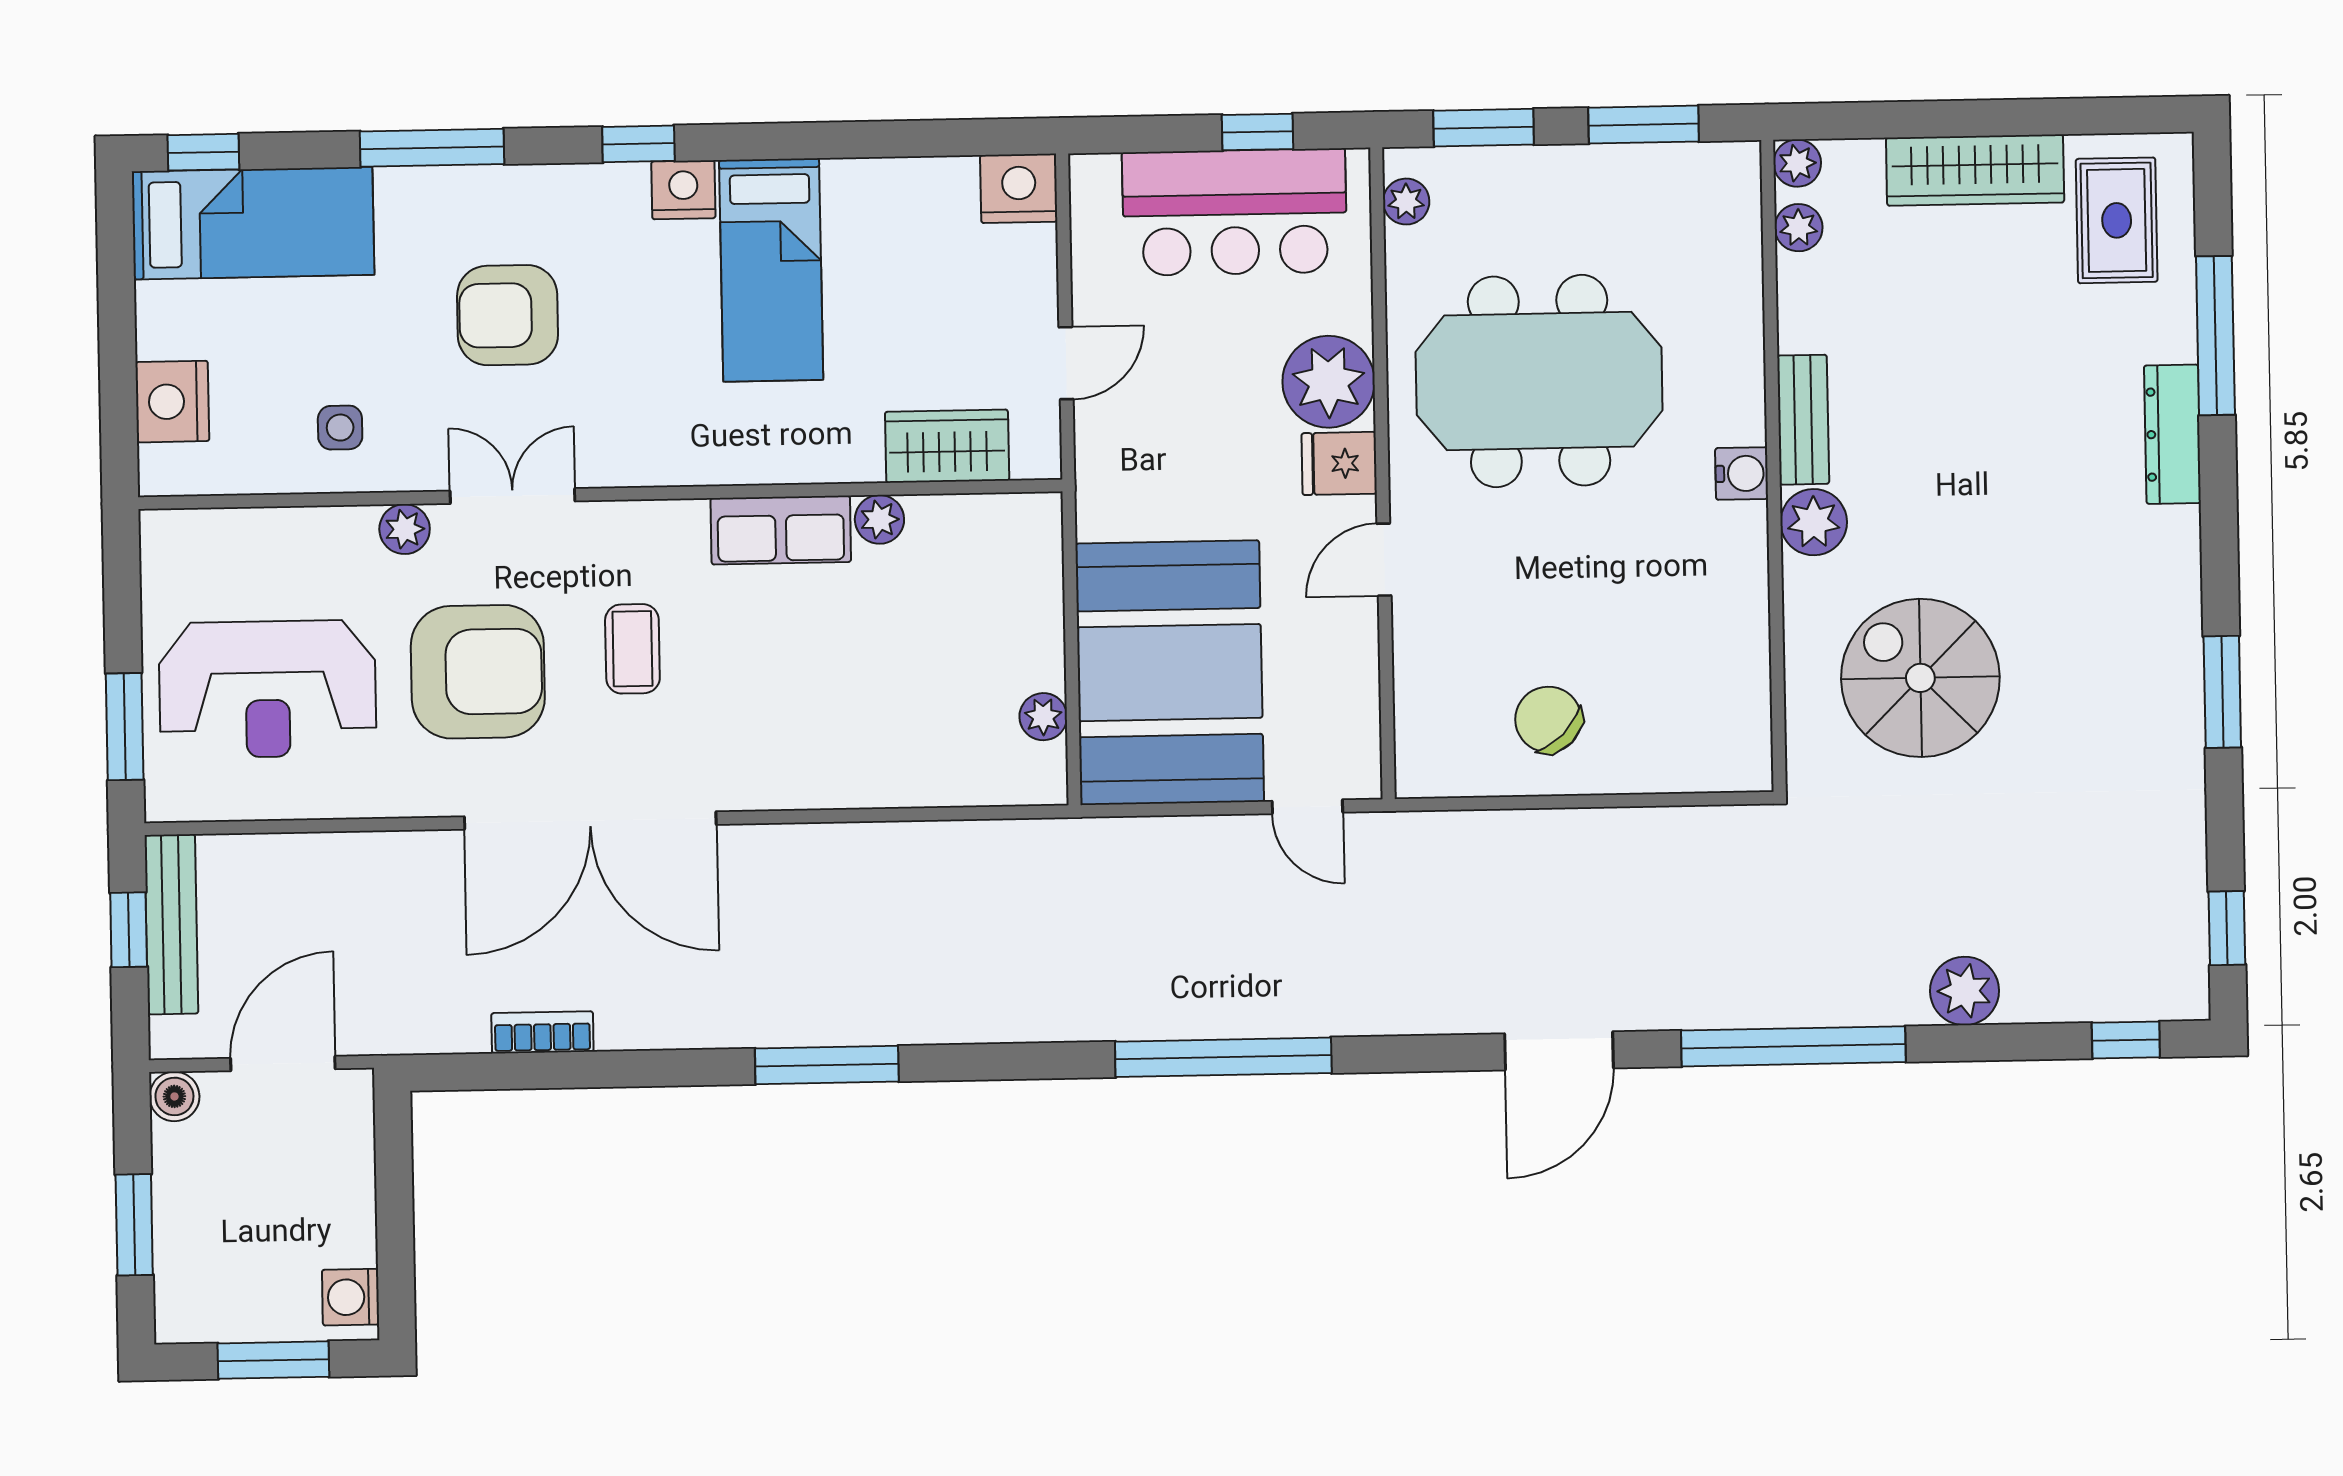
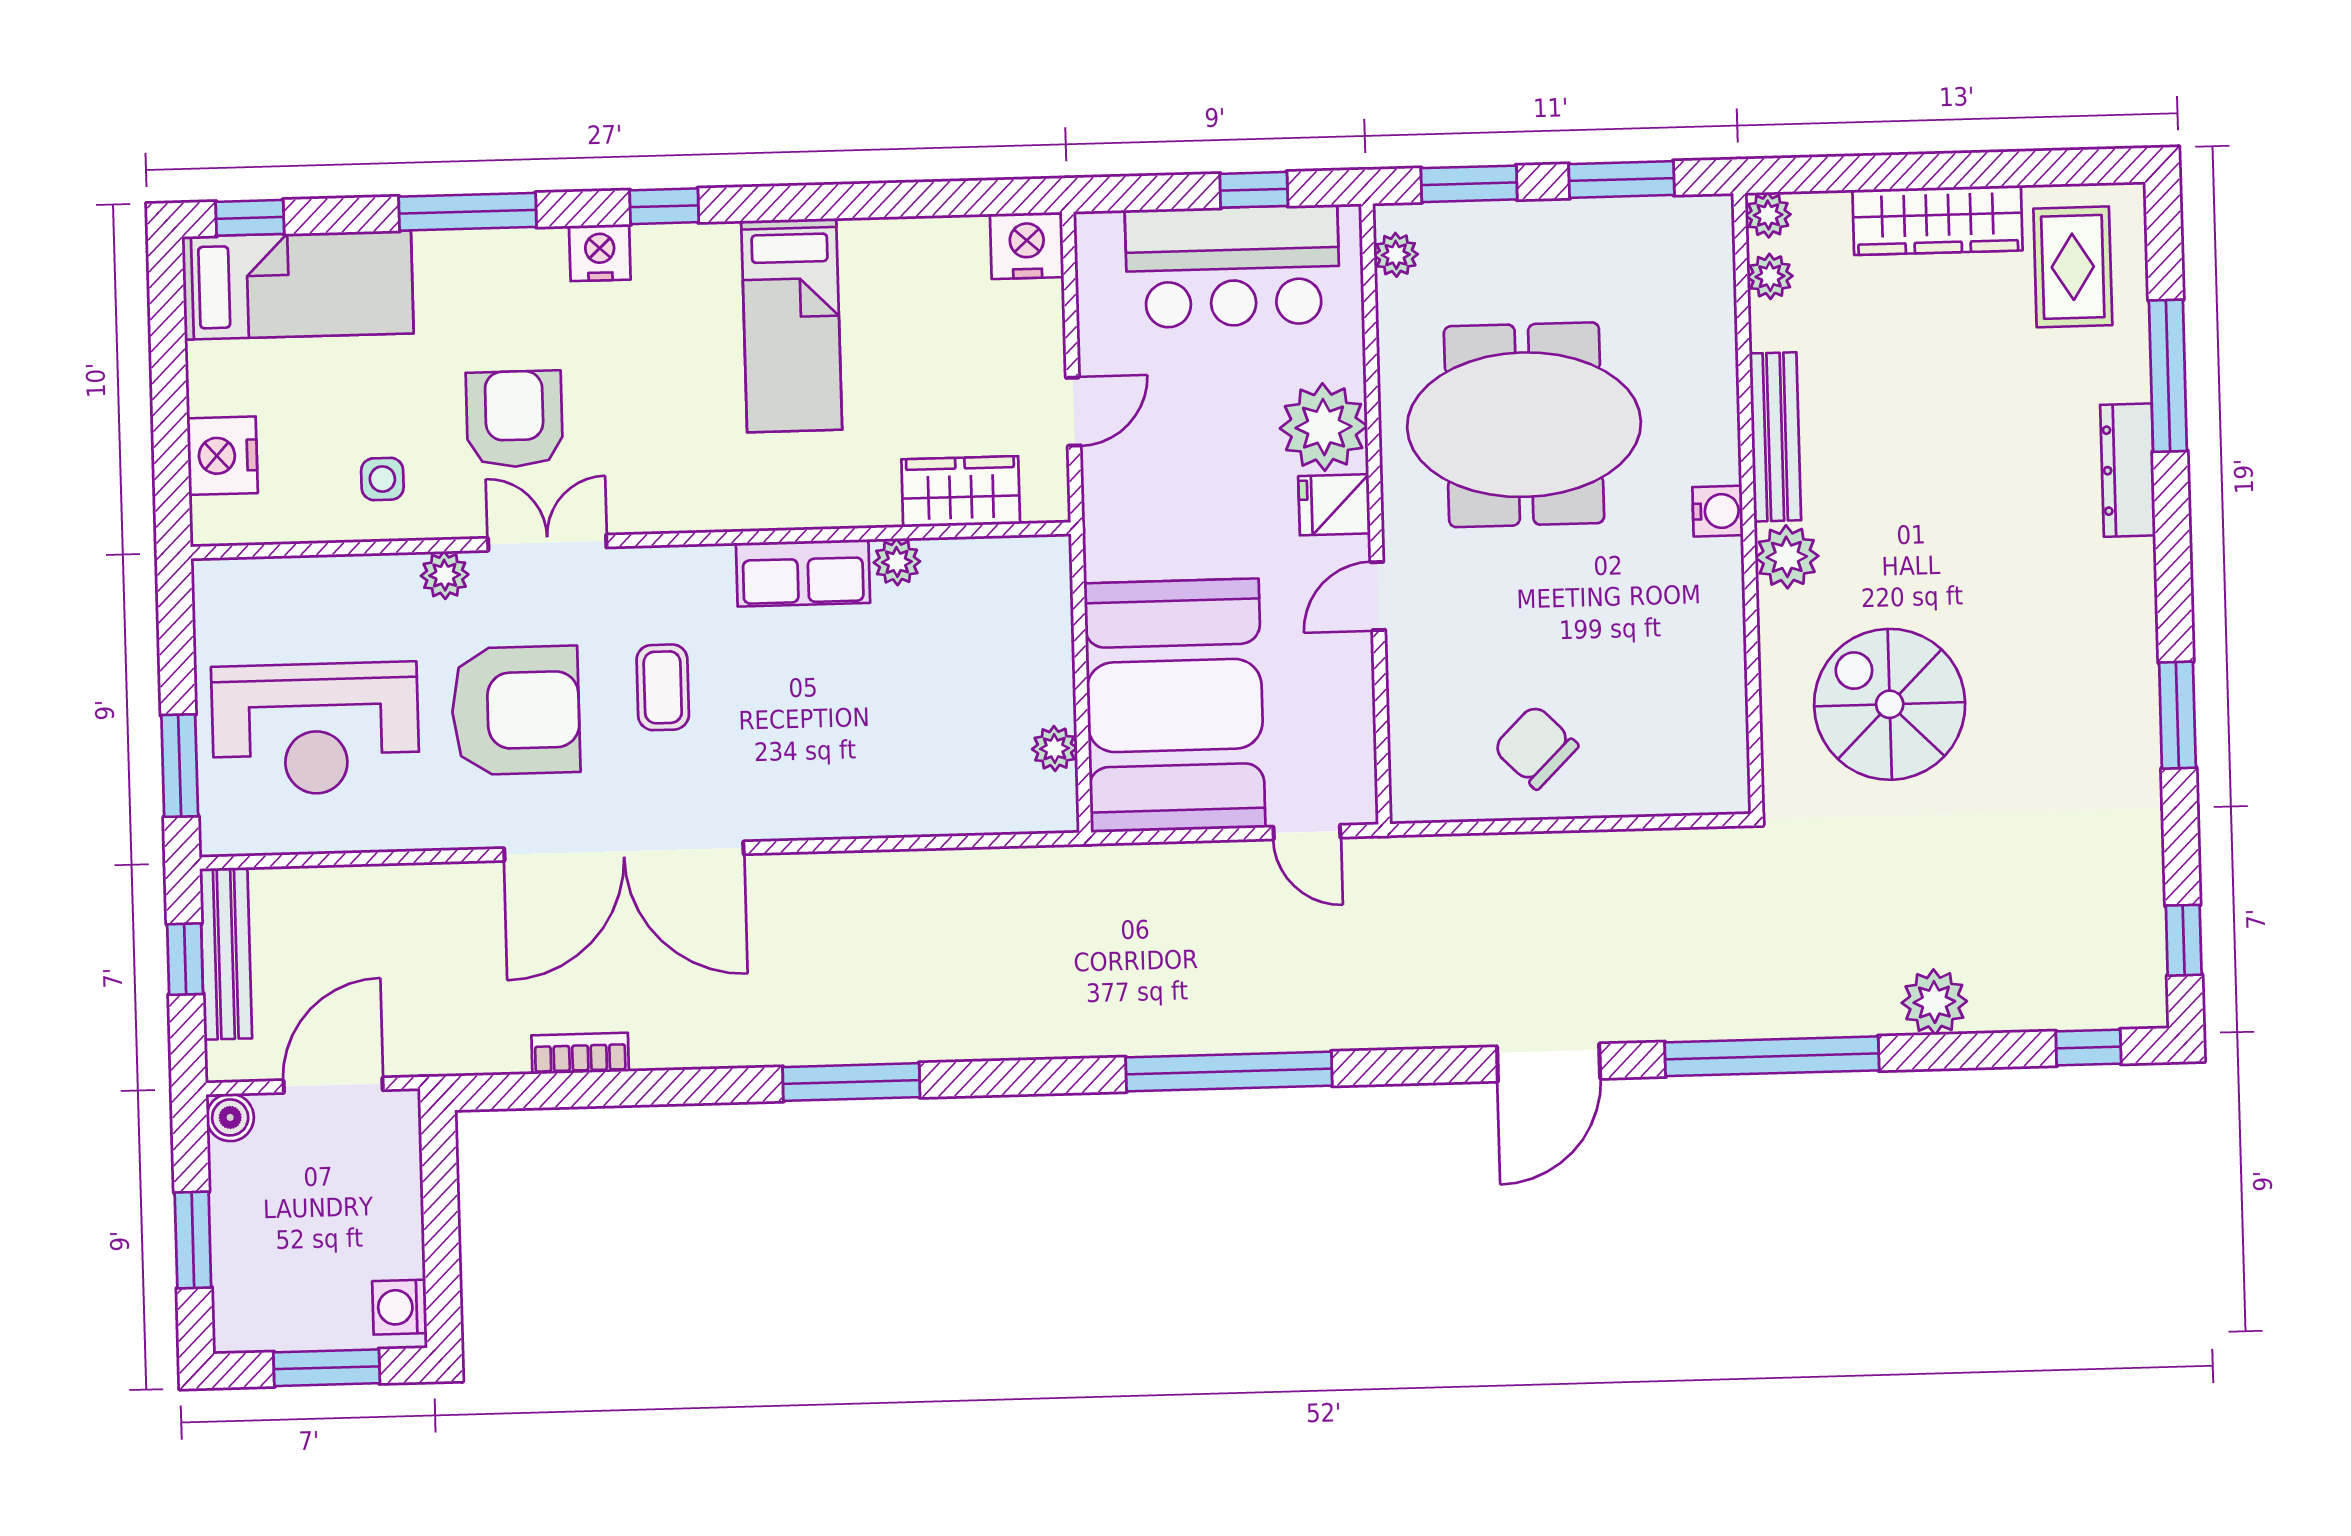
nightstand: (683, 190) -> (600, 253), moved
armchair: (508, 315) -> (514, 419), moved, turned 90
bench: (1803, 420) -> (1775, 437), width x1.36

